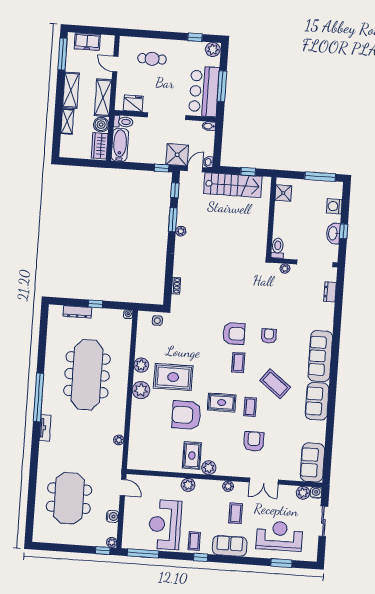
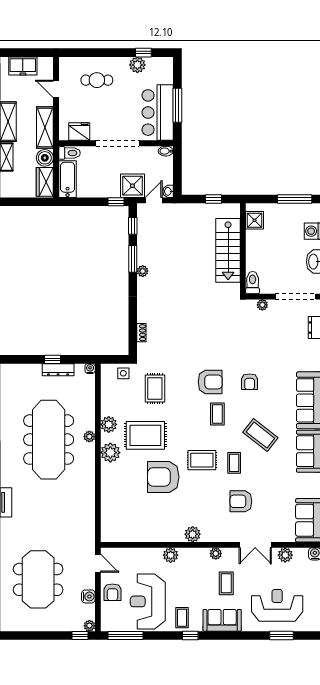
plant: (213, 49) -> (137, 65), moved
stairs: (233, 185) -> (228, 250), moved, turned 90
dresser: (77, 312) -> (58, 370), moved
armchair: (269, 336) -> (250, 382), turned 180
plant: (119, 440) -> (89, 437), moved
armchair: (254, 441) -> (241, 501), turned -90
rug: (192, 455) -> (155, 388), moved
plant: (303, 493) -> (285, 555), moved
armchair: (134, 514) -> (112, 592), added

